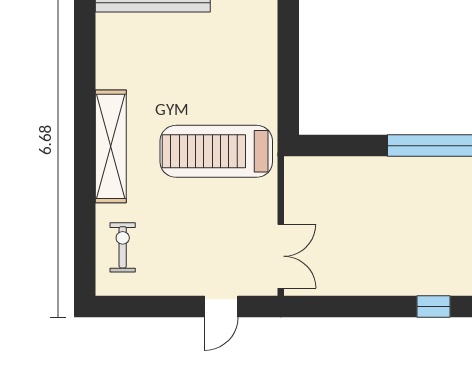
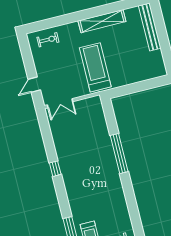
shelving: (111, 146) -> (102, 21), moved
door: (221, 307) -> (34, 85), hinge flipped

